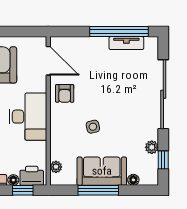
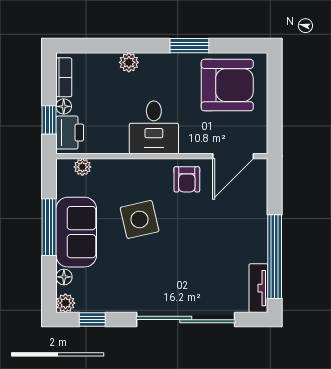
tv unit: (126, 43) -> (258, 288), moved
armchair: (65, 93) -> (187, 179), turned -90
desk: (28, 117) -> (154, 127), width x0.73
side table: (93, 127) -> (140, 219), width x1.87, depth x1.87
plant: (152, 147) -> (65, 303), moved

